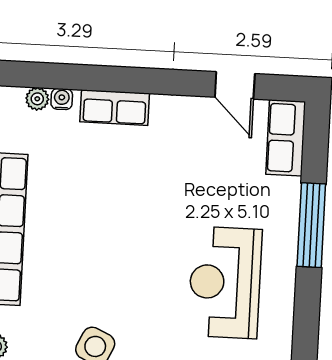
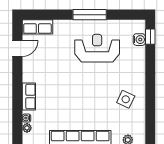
window: (311, 225) -> (90, 15), moved
reception desk: (225, 282) -> (97, 48), turned 180

